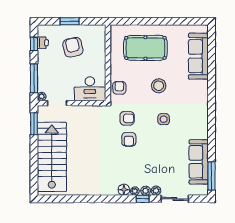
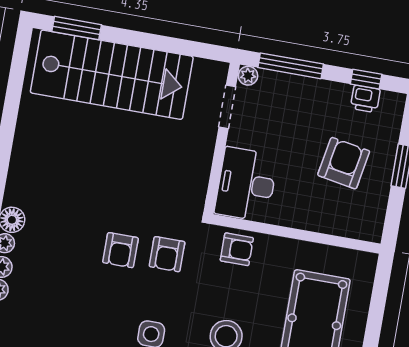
armchair: (73, 47) -> (344, 163), turned -68
window: (34, 124) -> (77, 28), moved
armchair: (129, 139) -> (120, 250), turned -90

